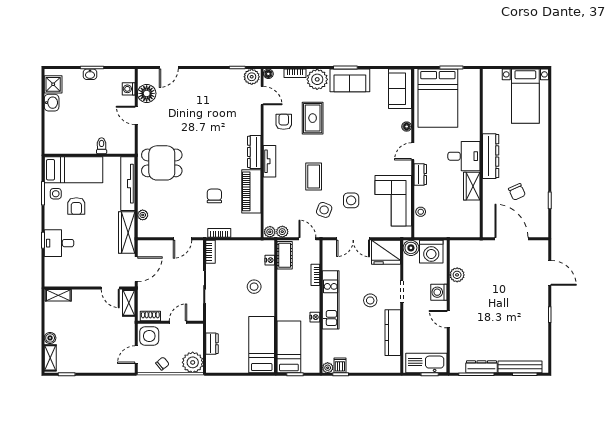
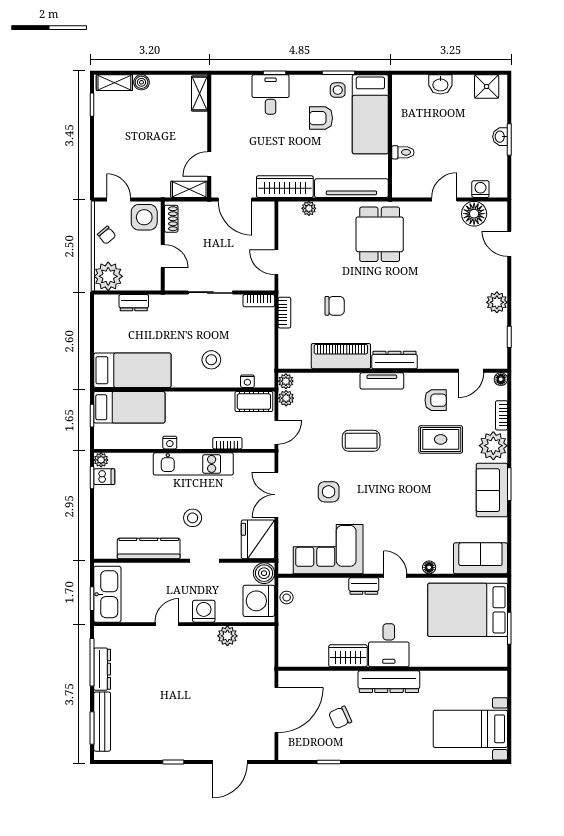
plant: (252, 77) -> (497, 302), moved
washbasin: (52, 103) -> (440, 84), moved
side table: (324, 210) -> (316, 455), removed
stool: (421, 212) -> (287, 597), moved

